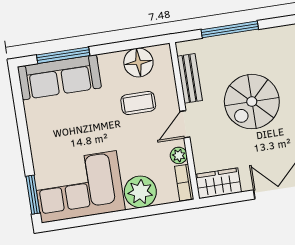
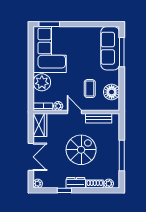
window: (230, 29) -> (122, 155), moved
spiral stairs: (252, 102) -> (81, 150), turned 90

